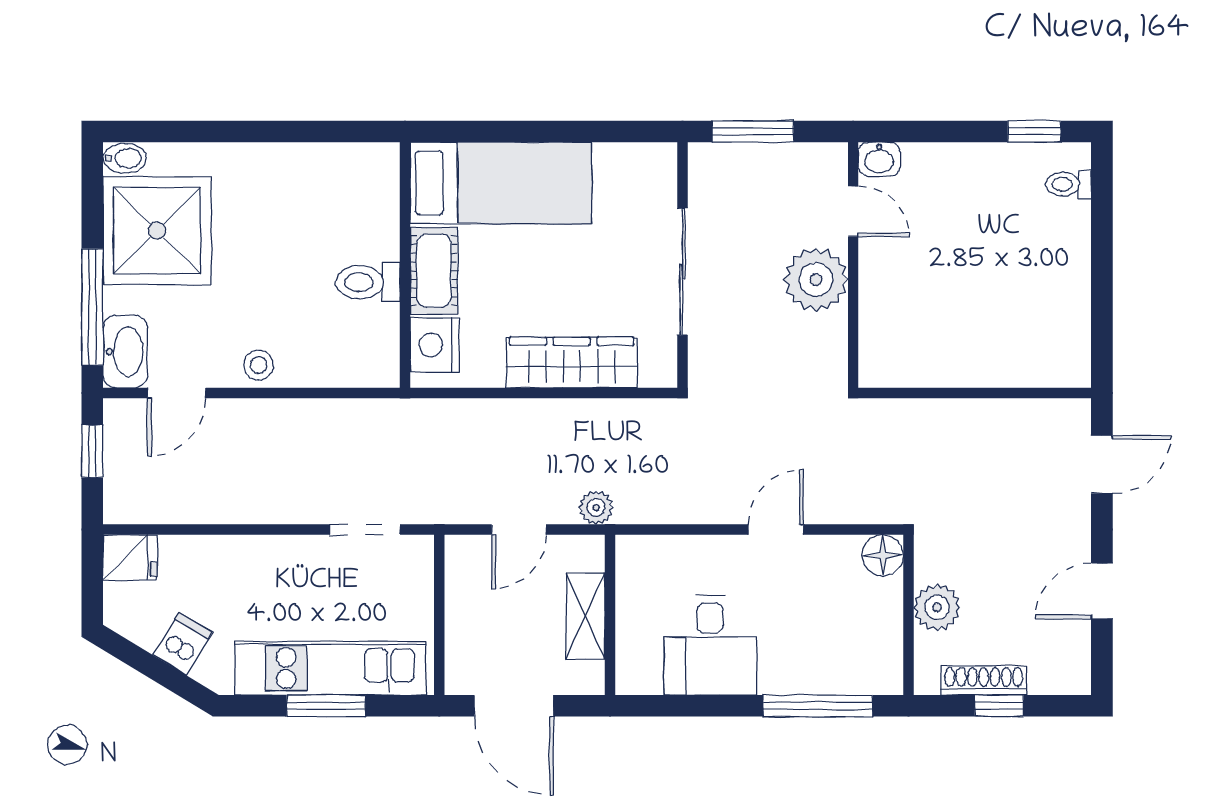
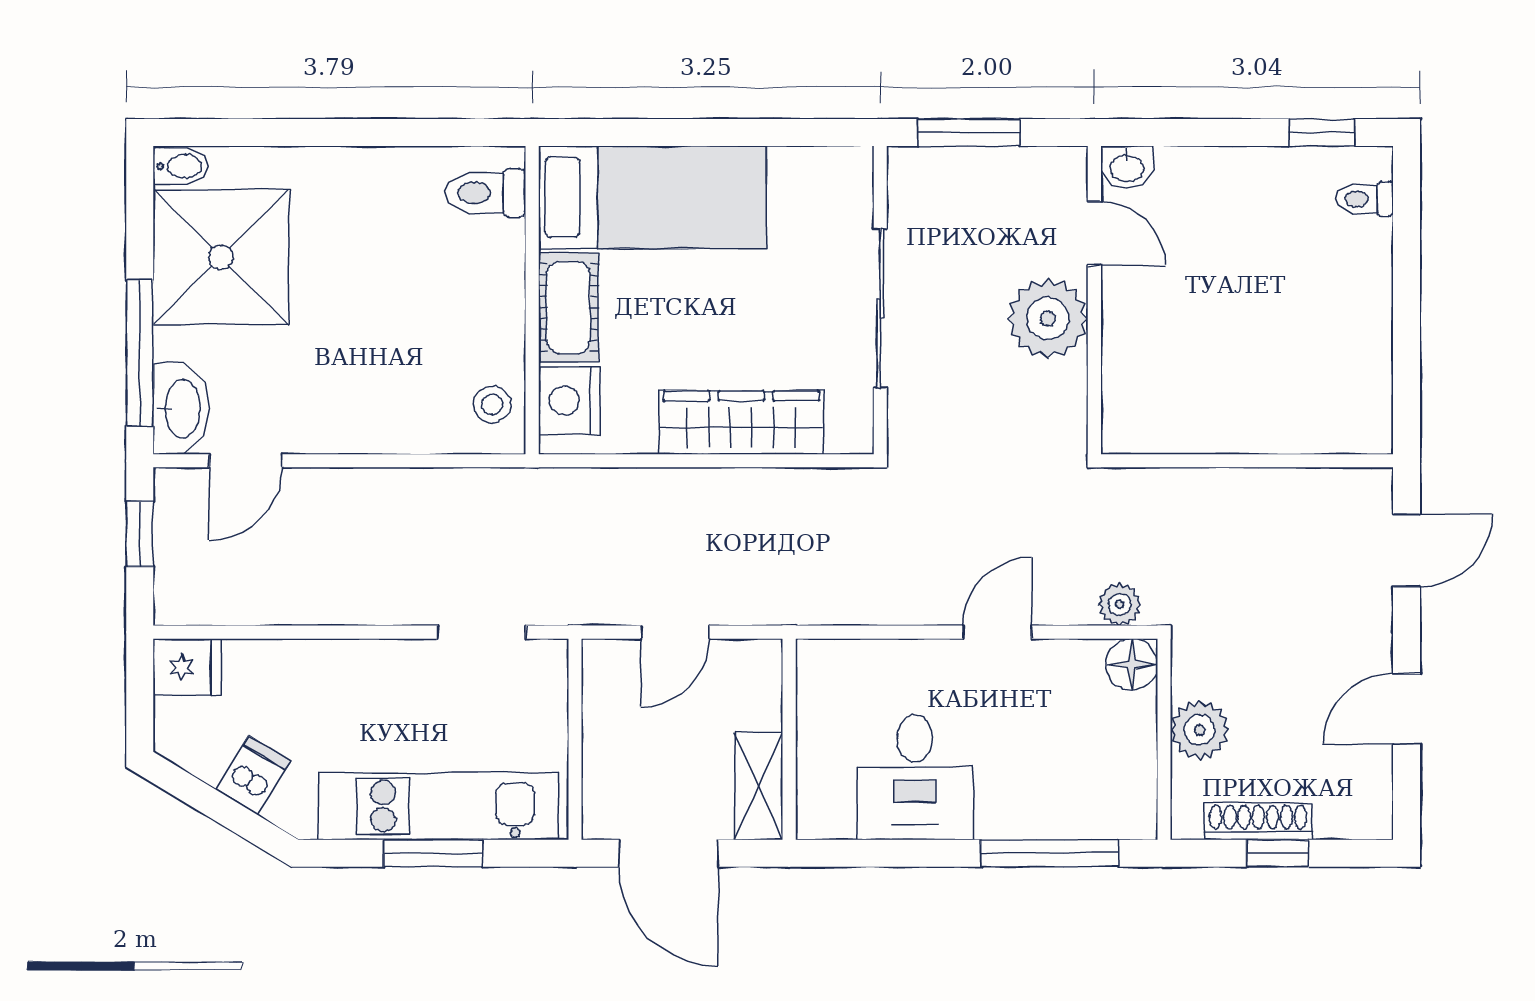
toilet: (368, 282) -> (485, 193), moved
stool: (259, 365) -> (492, 404), moved
plant: (596, 507) -> (1120, 604), moved
shelving: (585, 616) -> (758, 786), moved

